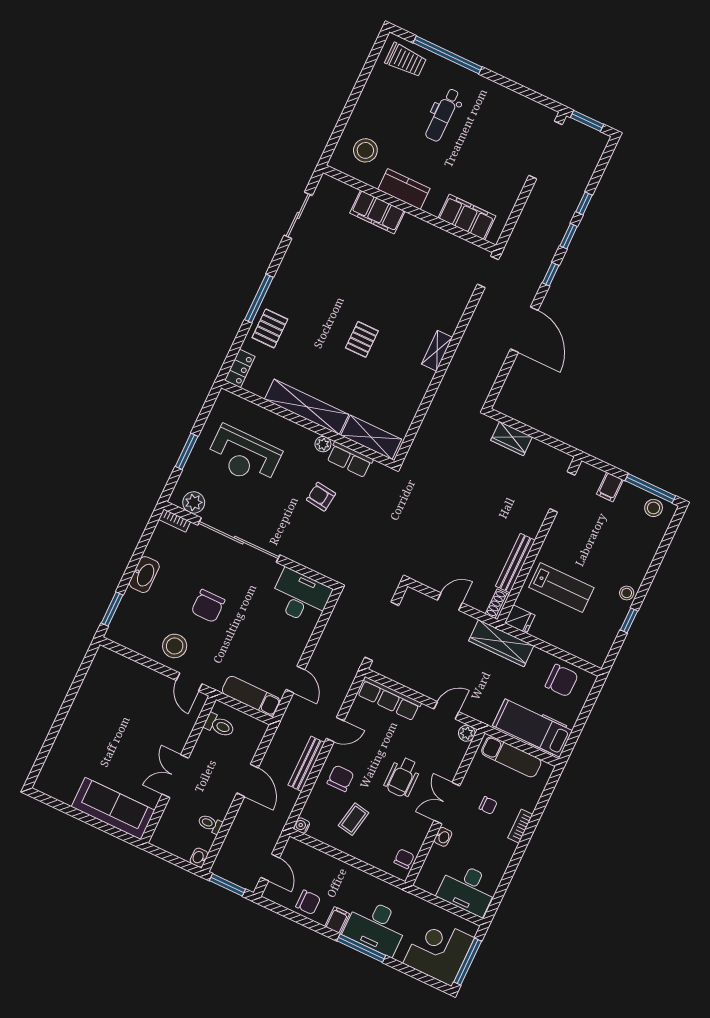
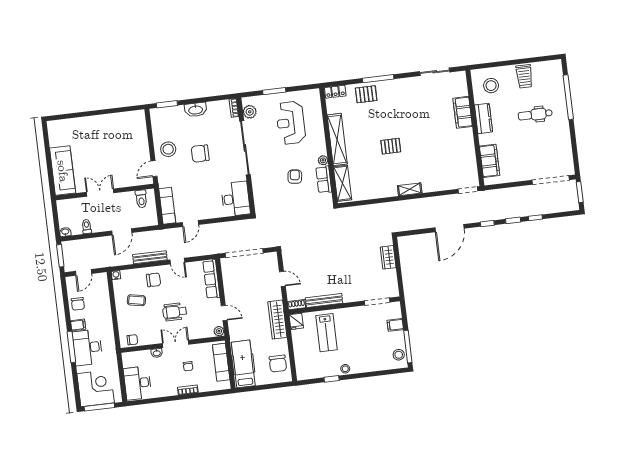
trolley: (406, 60) -> (524, 76), moved

